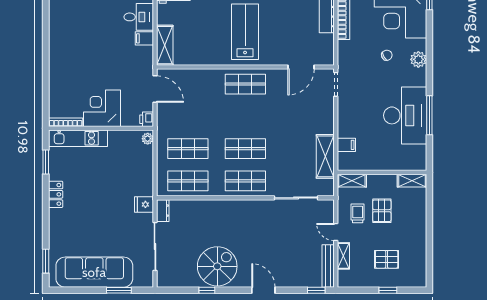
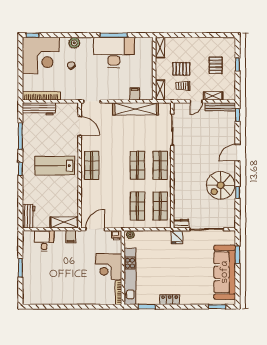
filing cabinet: (144, 38) -> (71, 237), moved
kitchen unit: (78, 138) -> (130, 276), width x1.36
shelving: (325, 156) -> (136, 109), width x1.47
spiral stairs: (217, 266) -> (221, 185), turned -90

